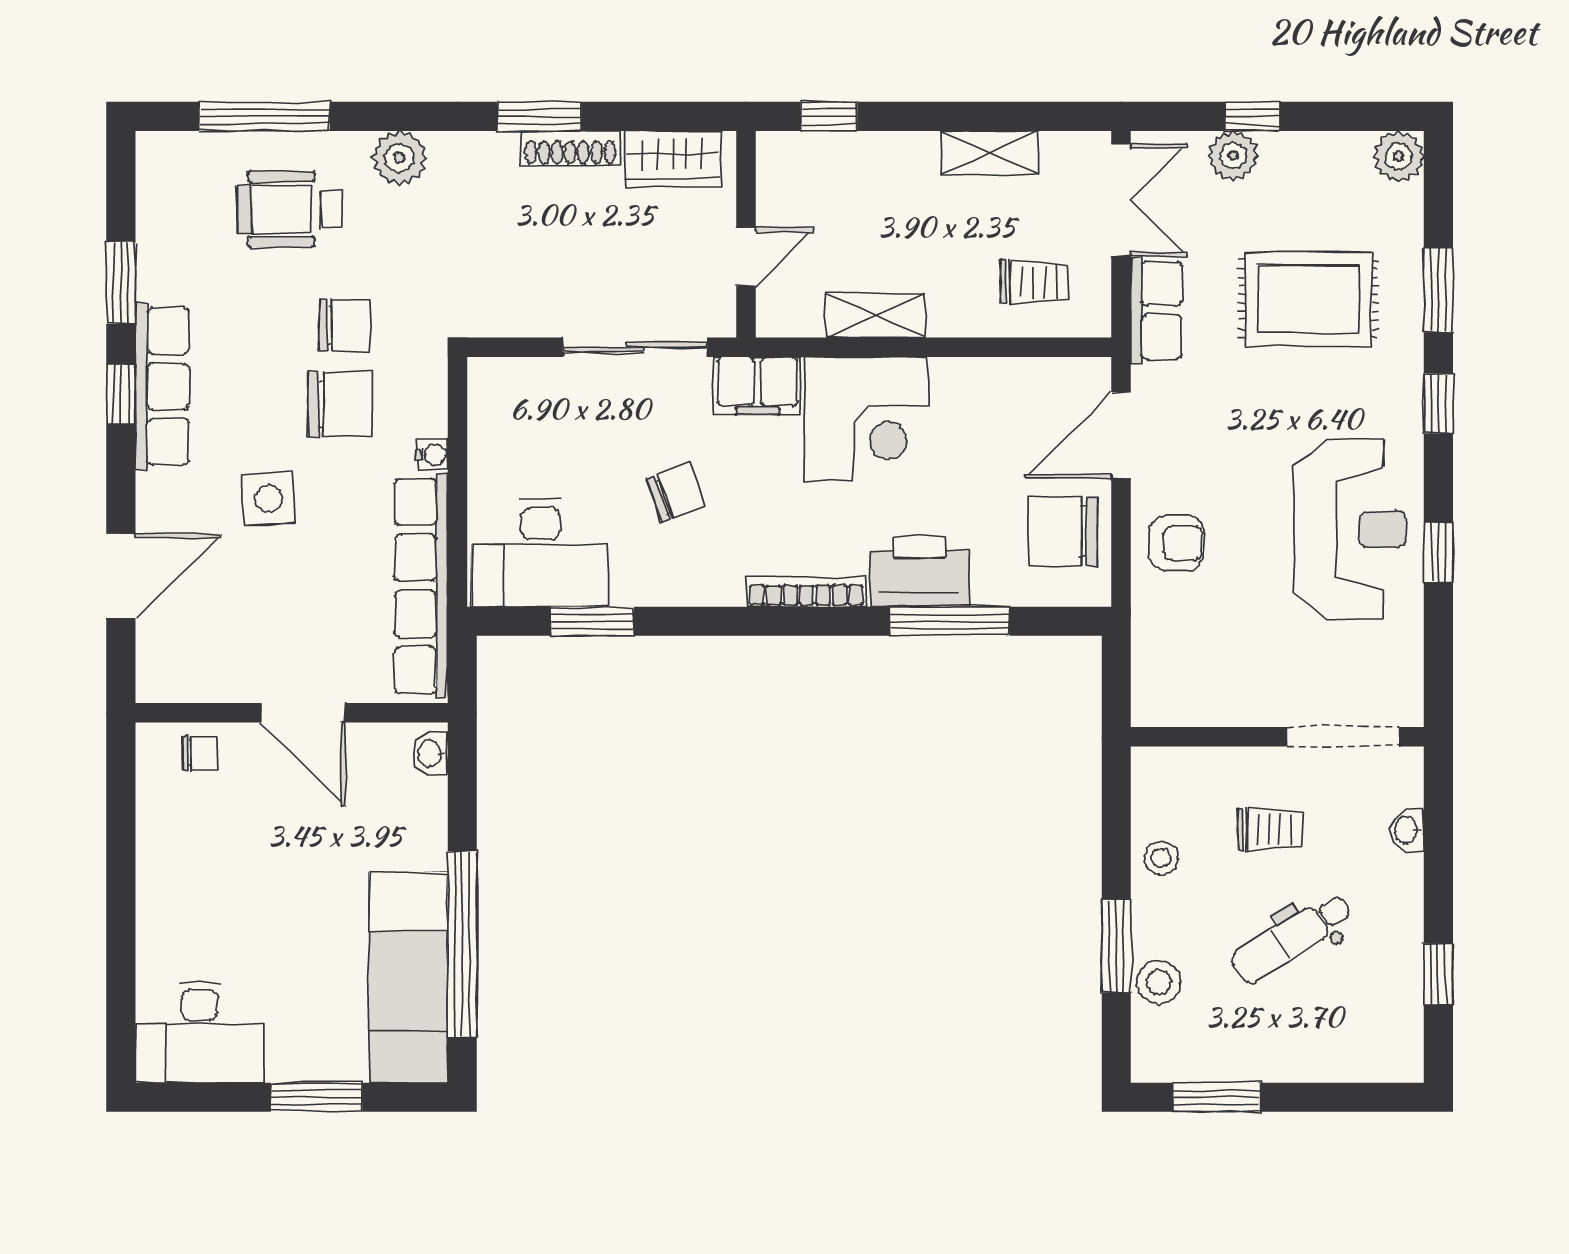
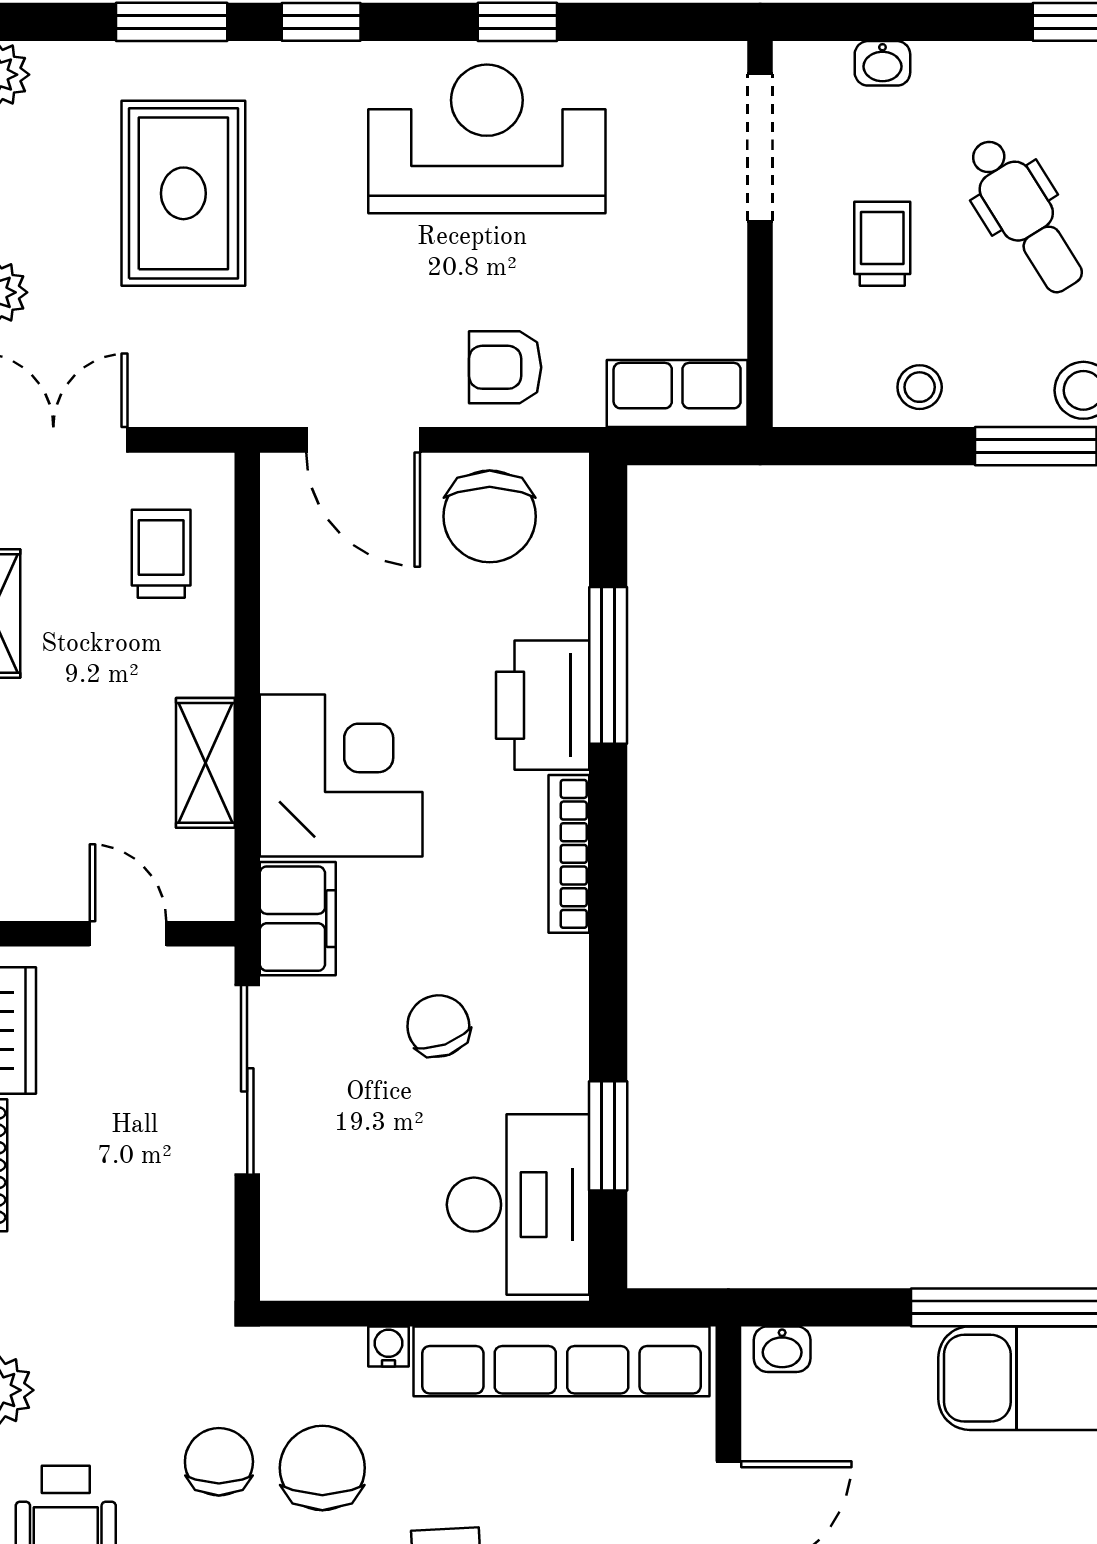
row of seats: (1156, 310) -> (677, 394), moved
armchair: (1176, 543) -> (505, 367), turned -90

